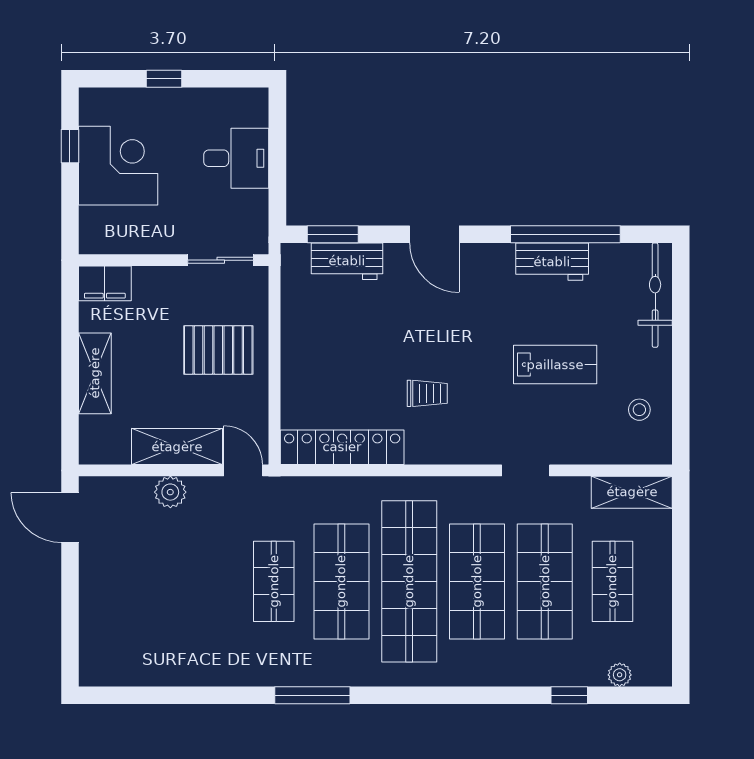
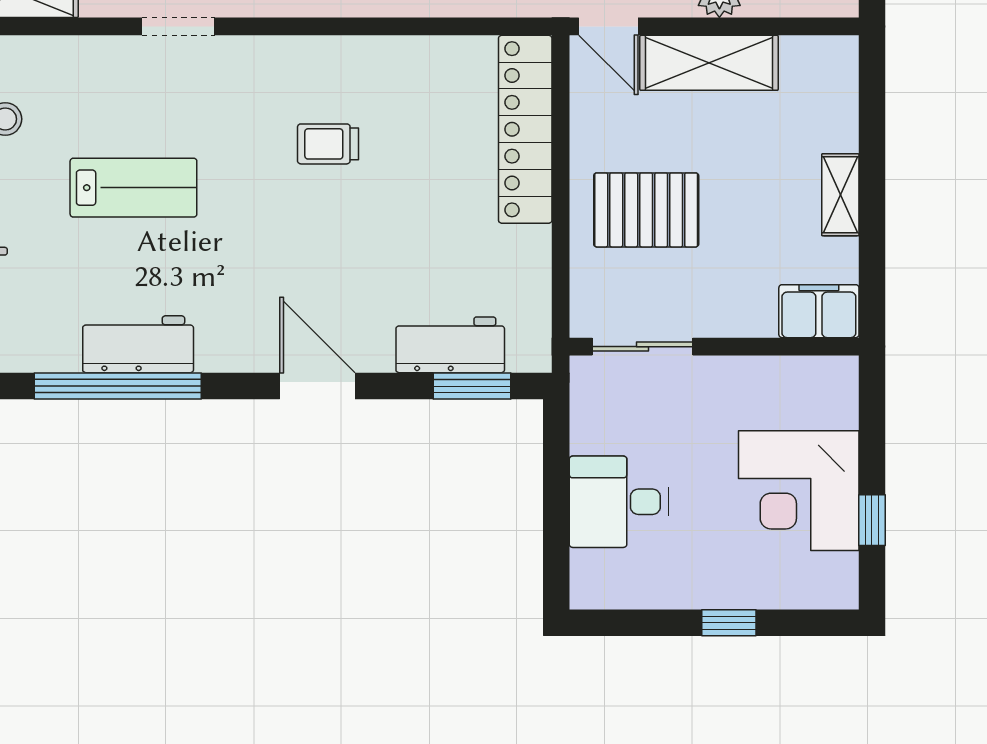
lab bench: (555, 365) -> (133, 188), turned 180
shelving: (95, 373) -> (840, 195), width x0.67, depth x0.75
locker: (342, 447) -> (525, 129), moved, turned 90

